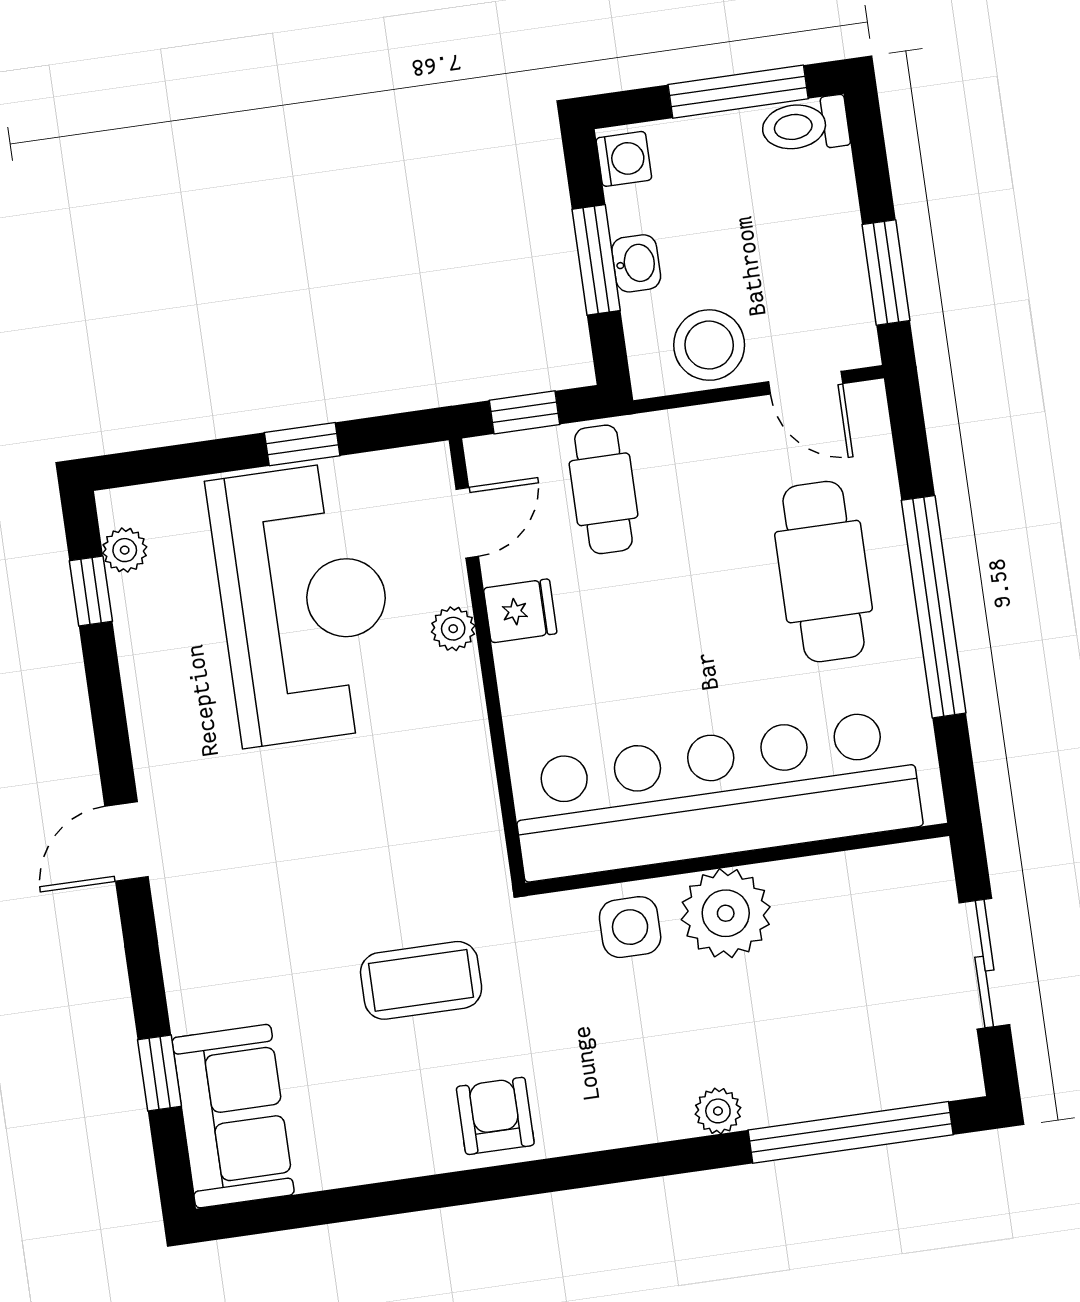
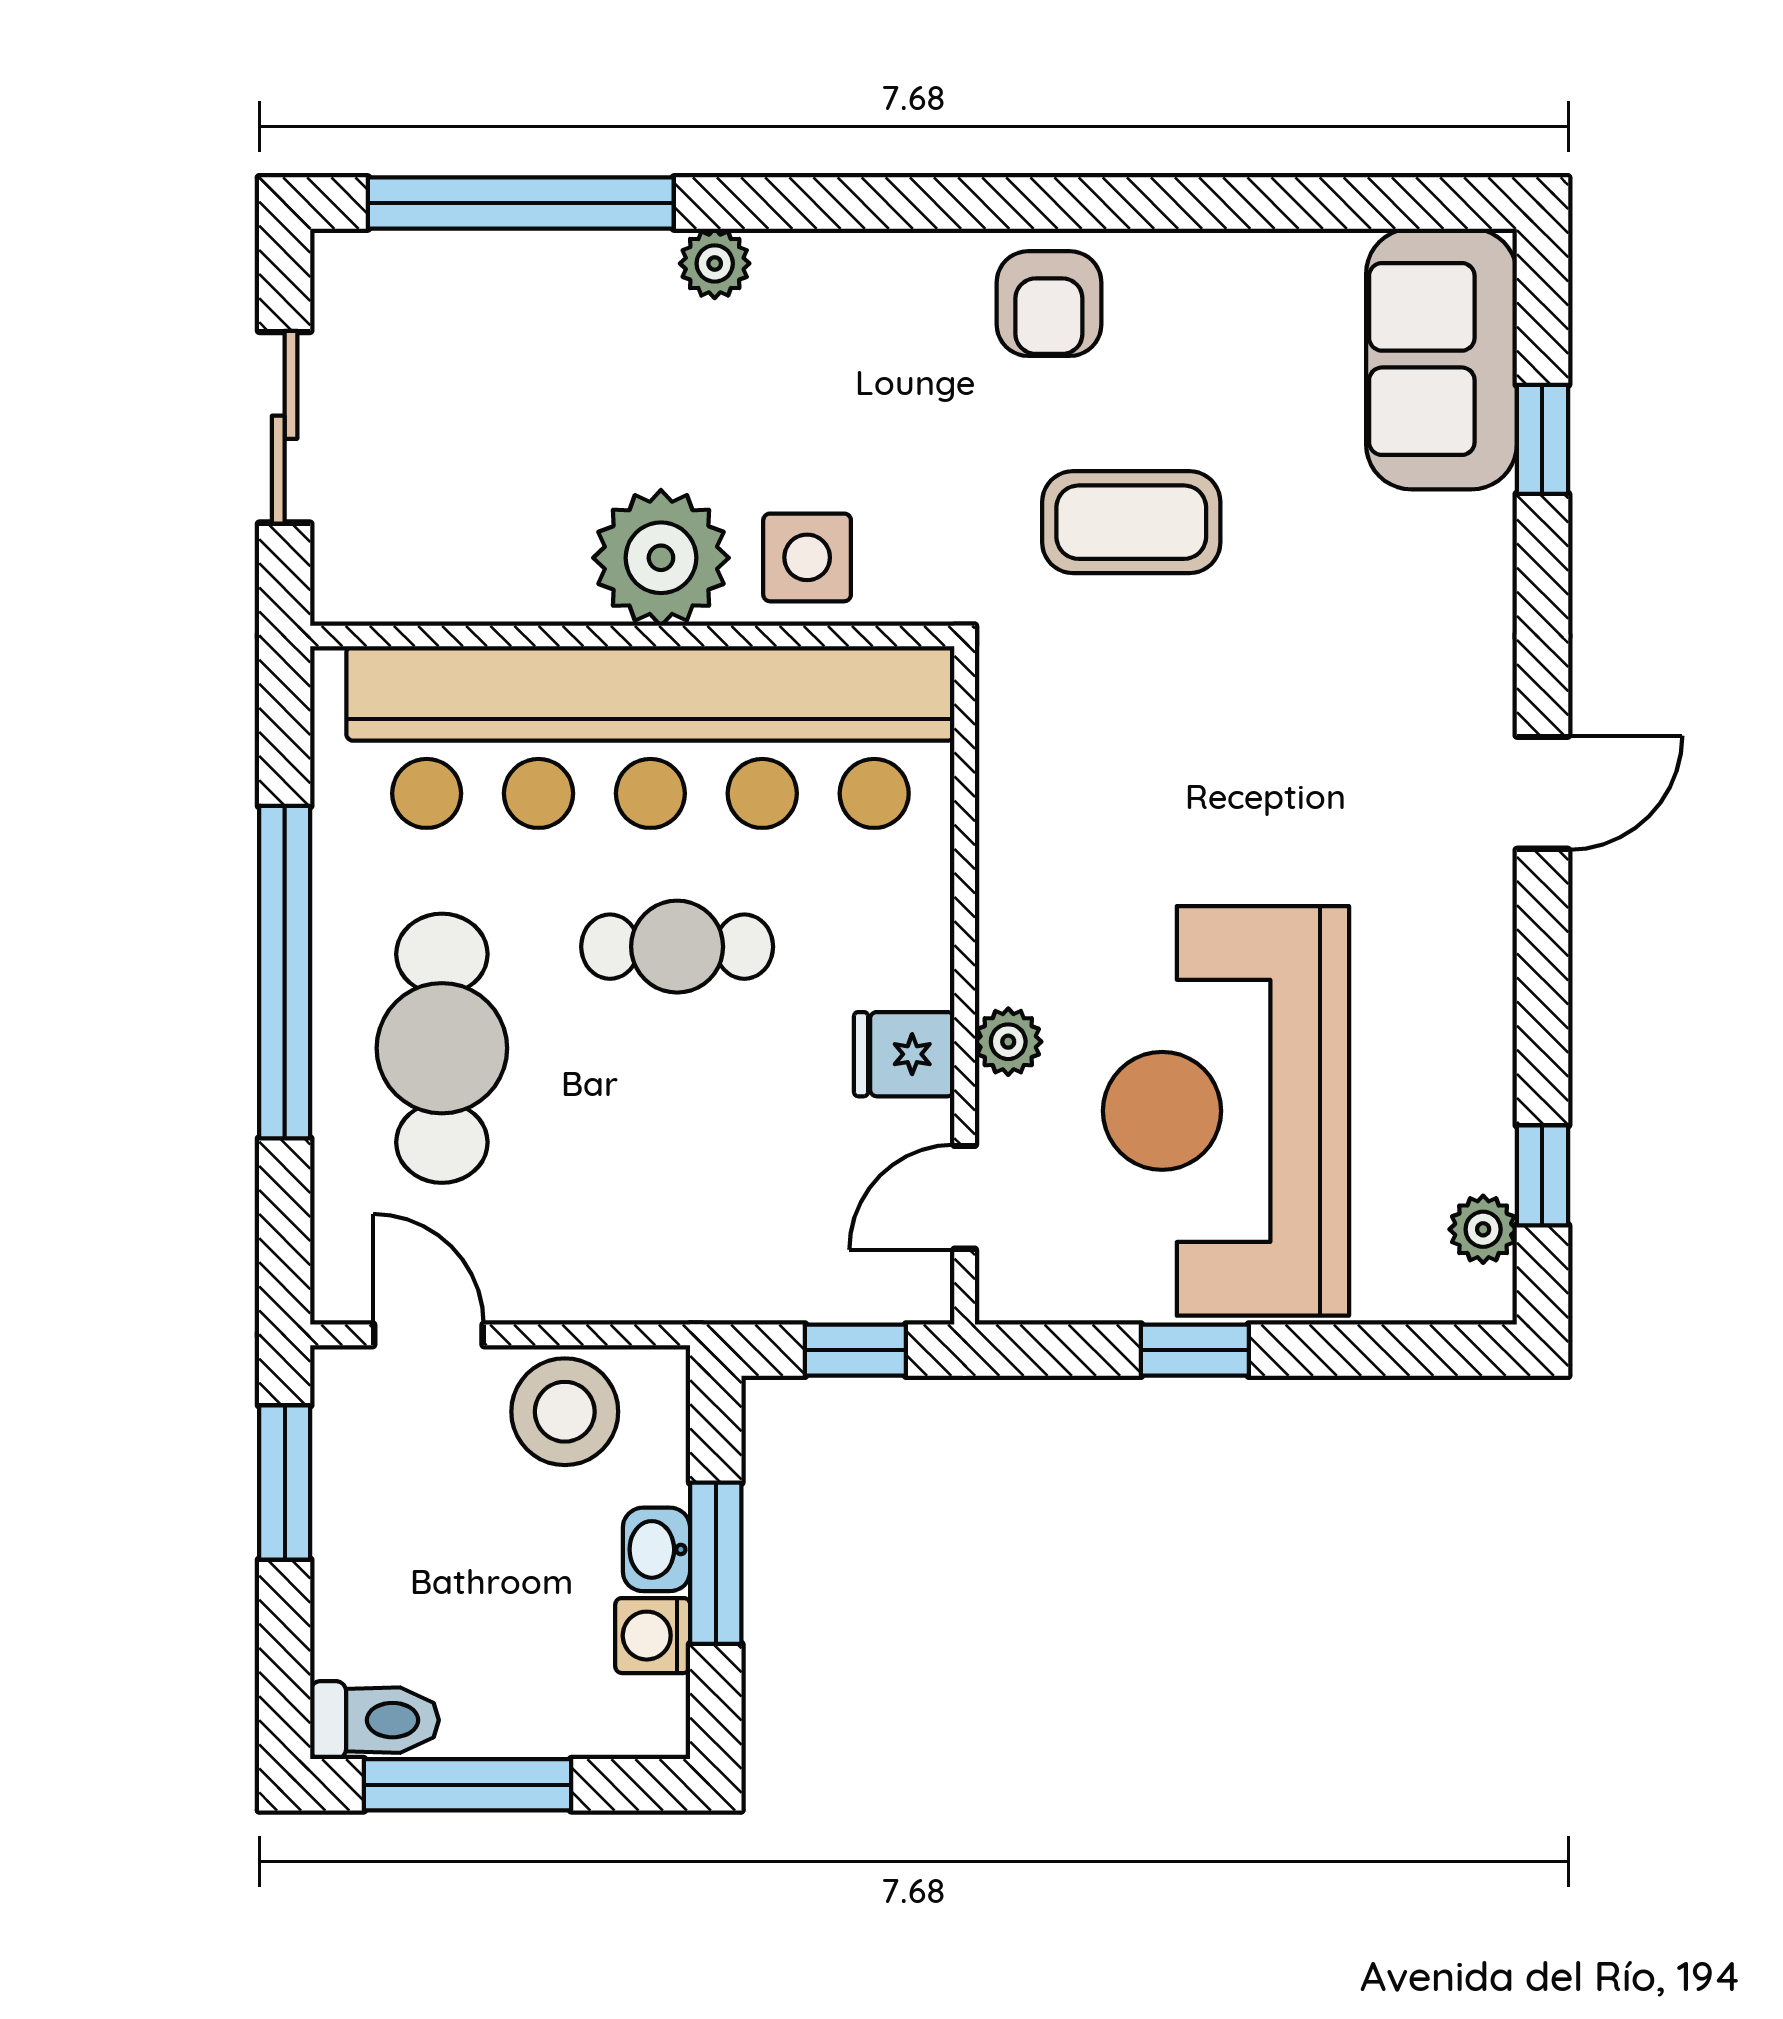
washing machine: (624, 159) -> (653, 1636), moved
cafe table: (603, 489) -> (677, 947), moved, turned 90

